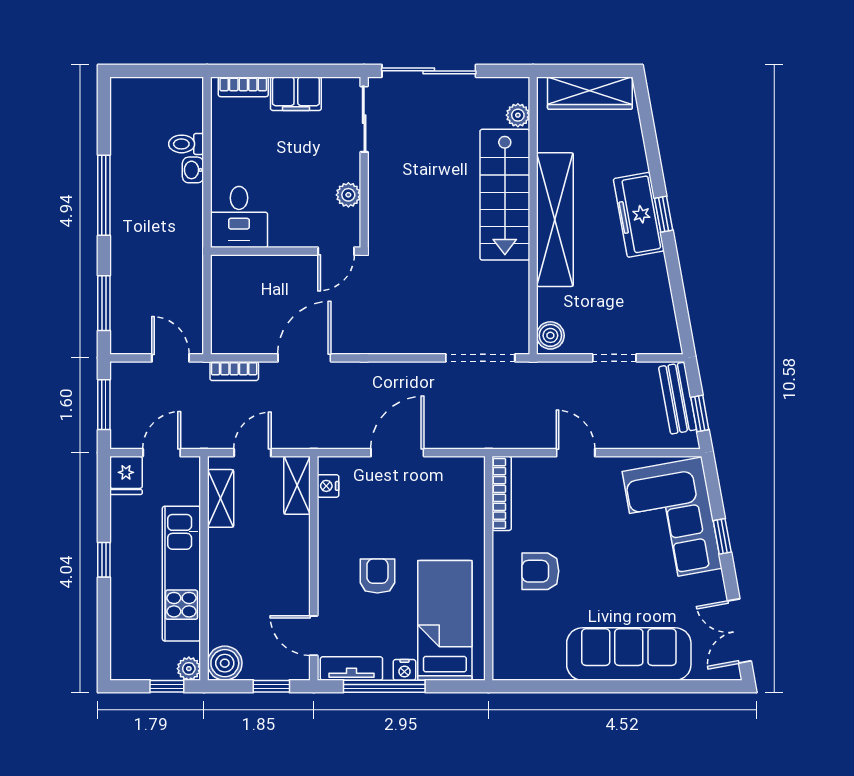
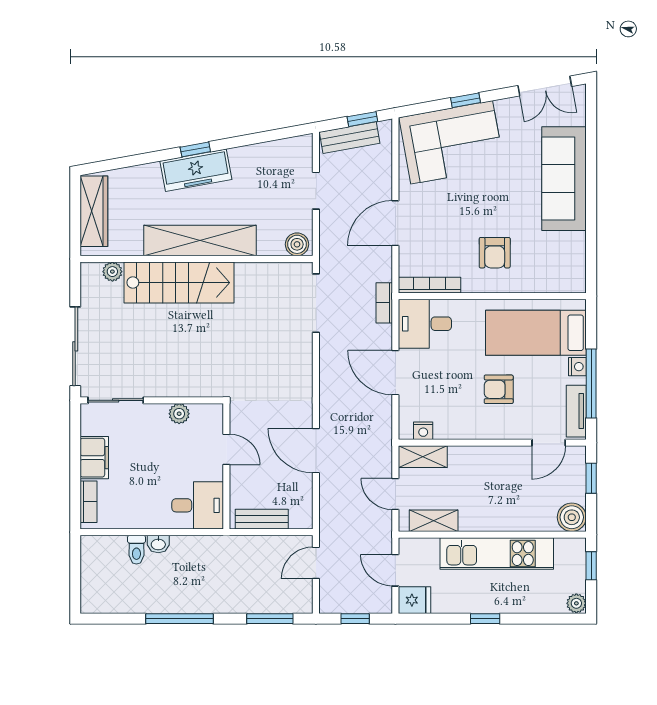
door: (336, 251) -> (226, 449), moved
bench: (223, 293) -> (262, 519), added
bookcase: (234, 371) -> (384, 303), moved, turned 180
window: (104, 405) -> (355, 619), width x0.67
door: (576, 453) -> (395, 223), width x1.37
desk: (456, 488) -> (425, 324), added
plant: (189, 669) -> (576, 603), moved

